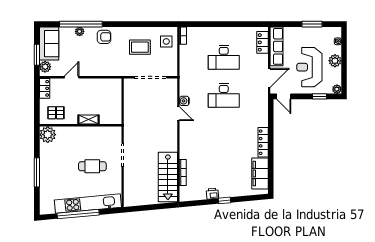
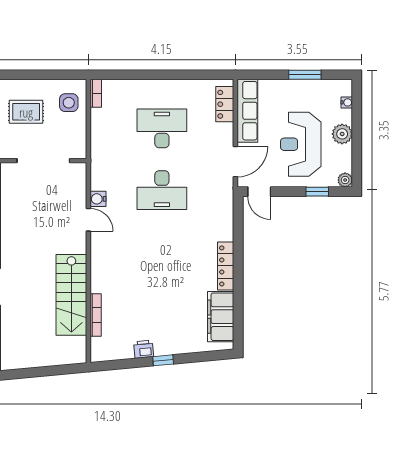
desk: (224, 57) -> (162, 128), turned 180
stairs: (168, 177) -> (71, 295), moved

